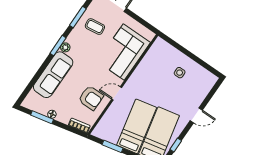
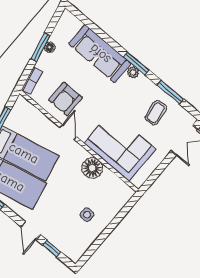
floor lamp: (143, 72) -> (92, 168), added
window: (209, 97) -> (52, 249), added
window: (42, 117) -> (40, 47), moved

